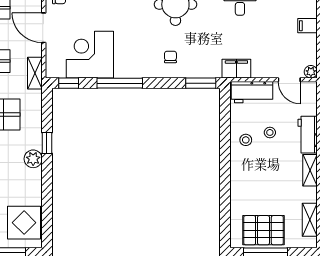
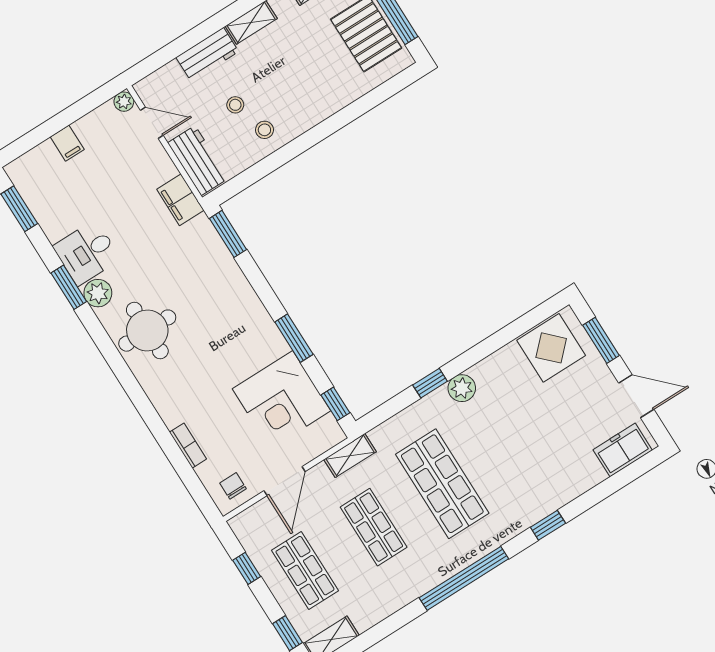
chair: (170, 57) -> (219, 294), removed
door: (289, 80) -> (152, 123), hinge flipped
window: (120, 83) -> (294, 338), width x0.69

